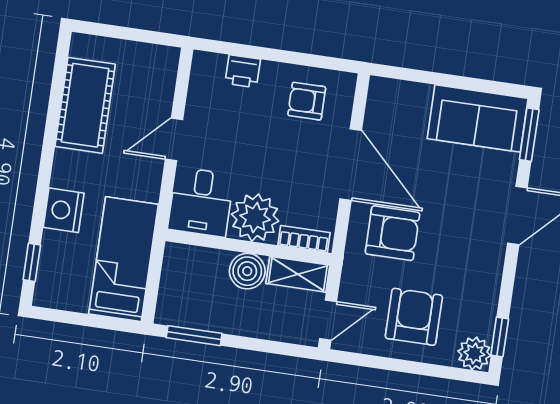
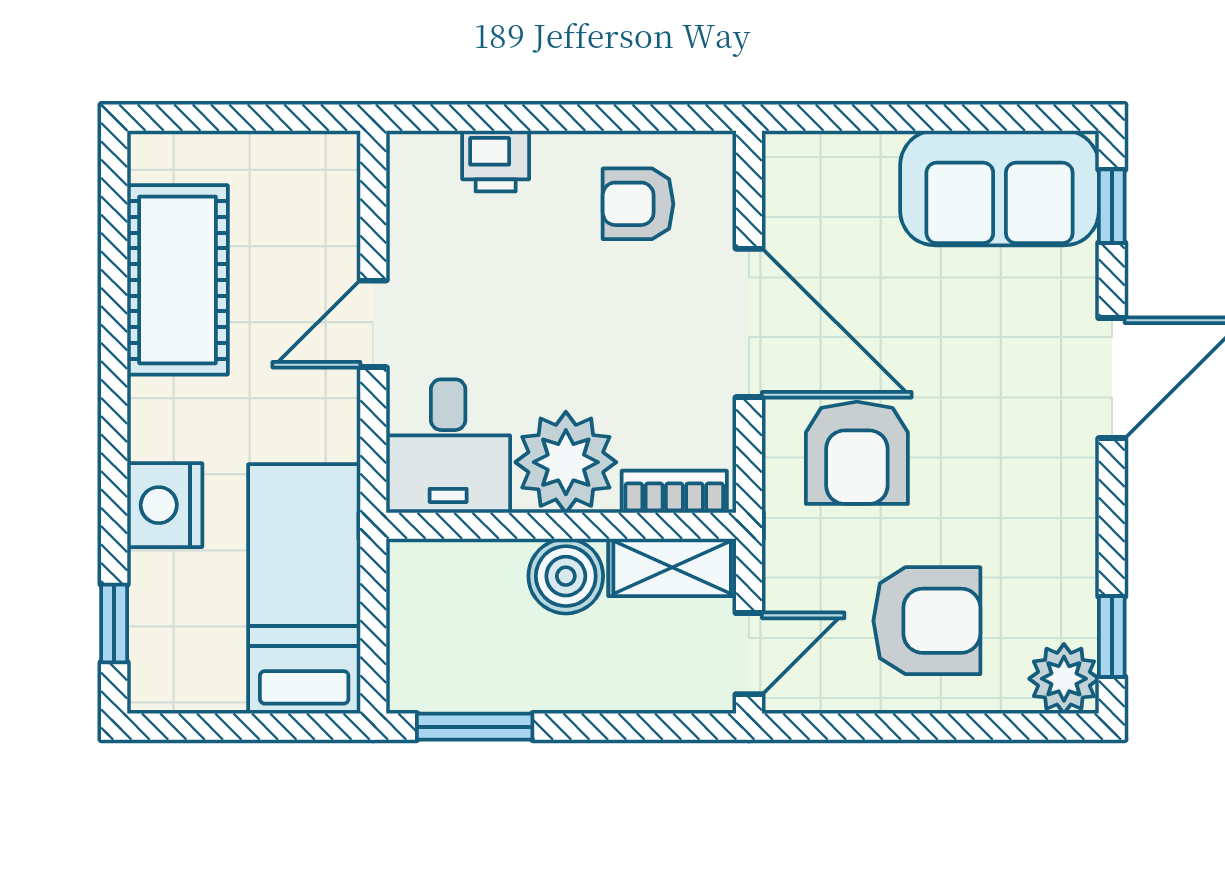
window: (529, 135) -> (1112, 206), width x0.67
armchair: (392, 233) -> (857, 453), turned 90
armchair: (414, 317) -> (927, 621), turned 90

